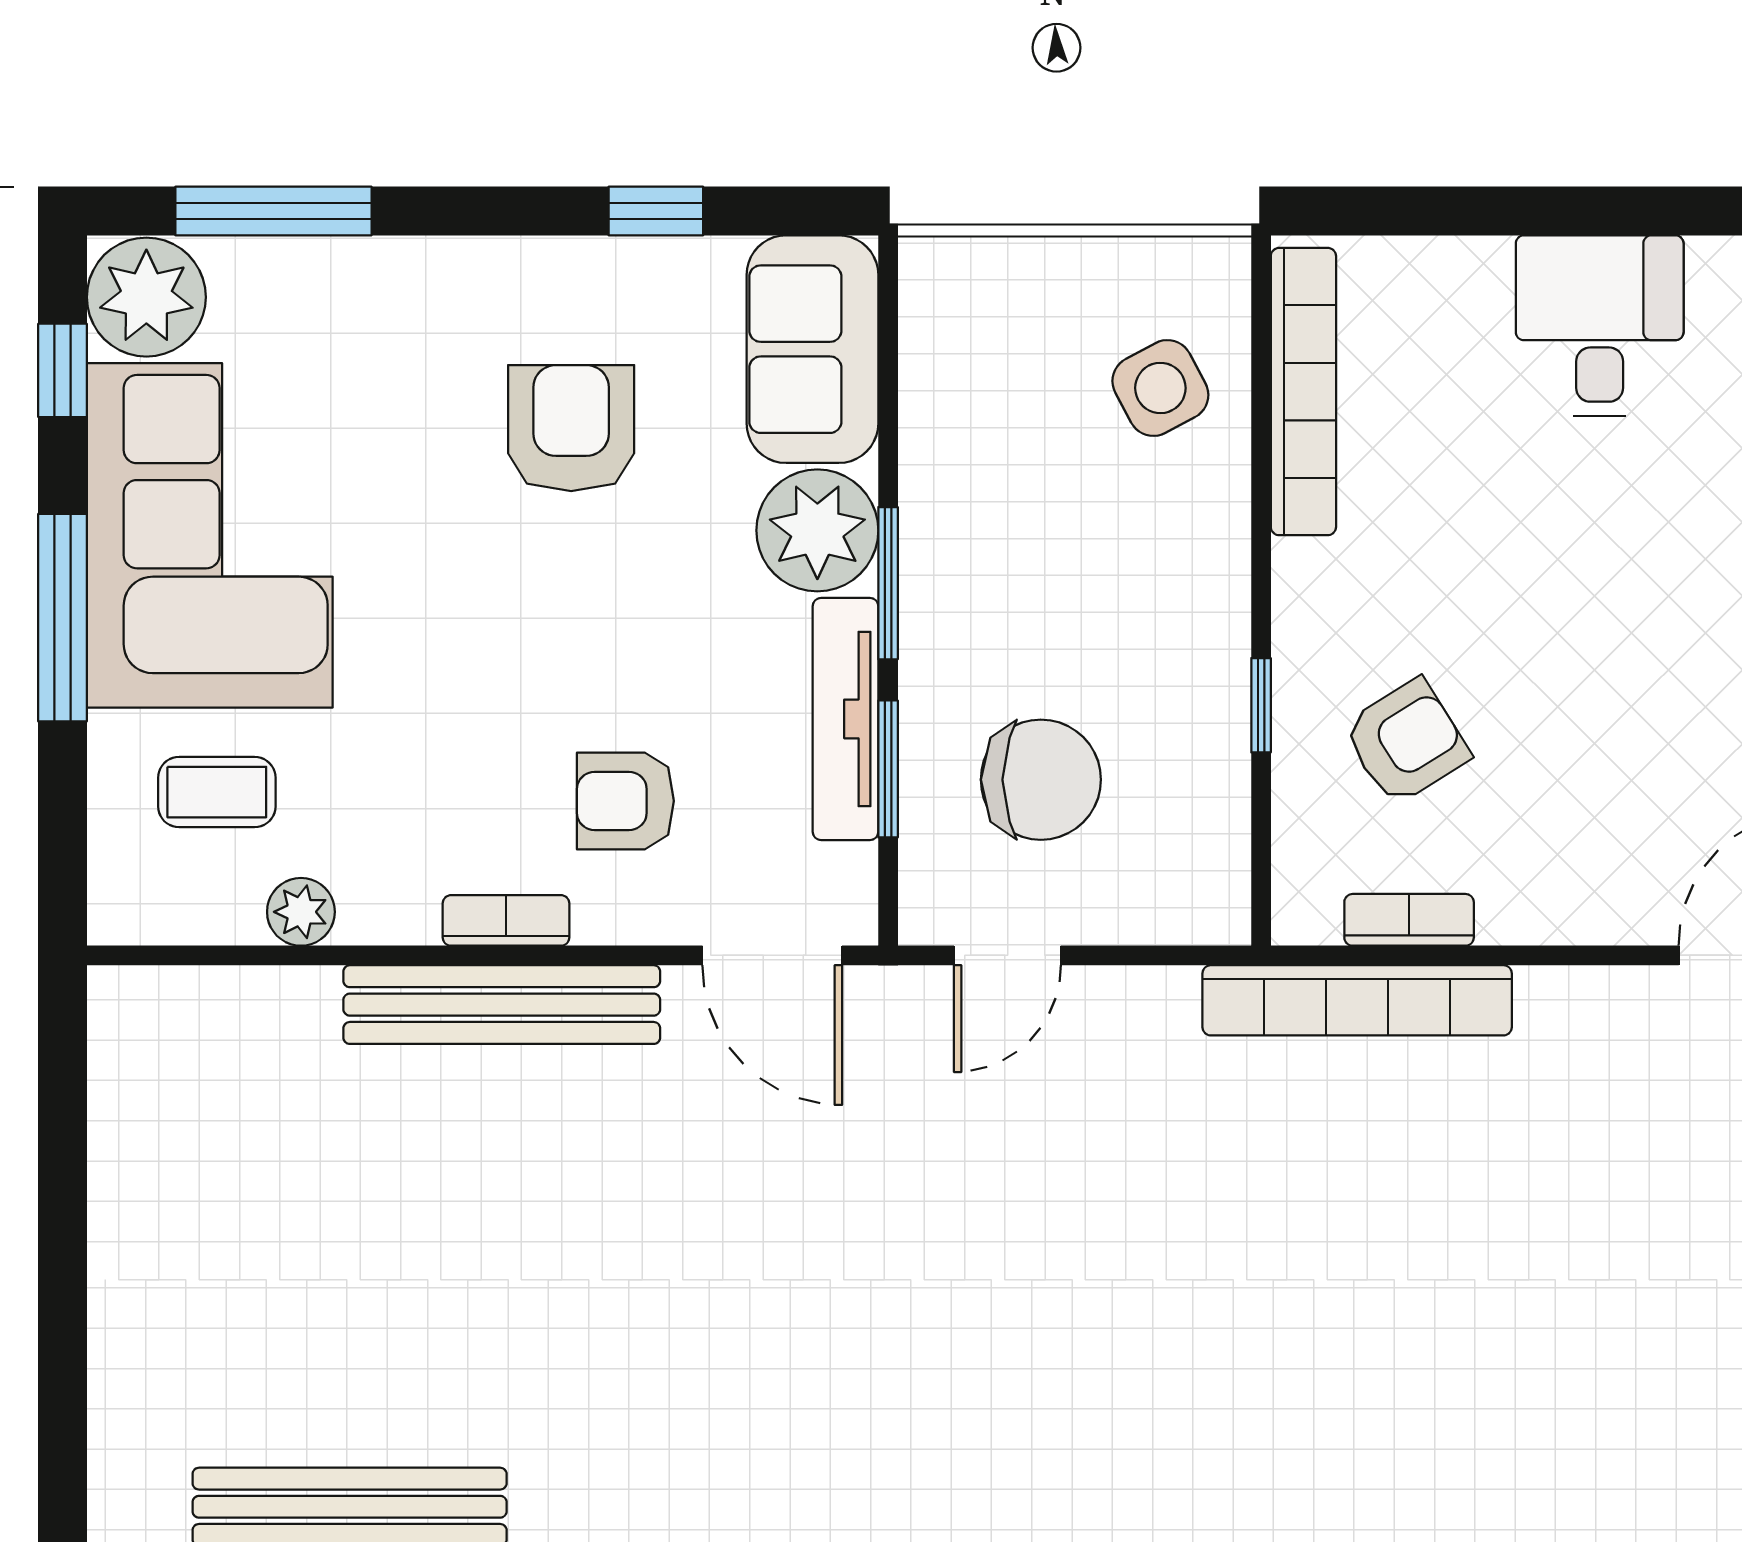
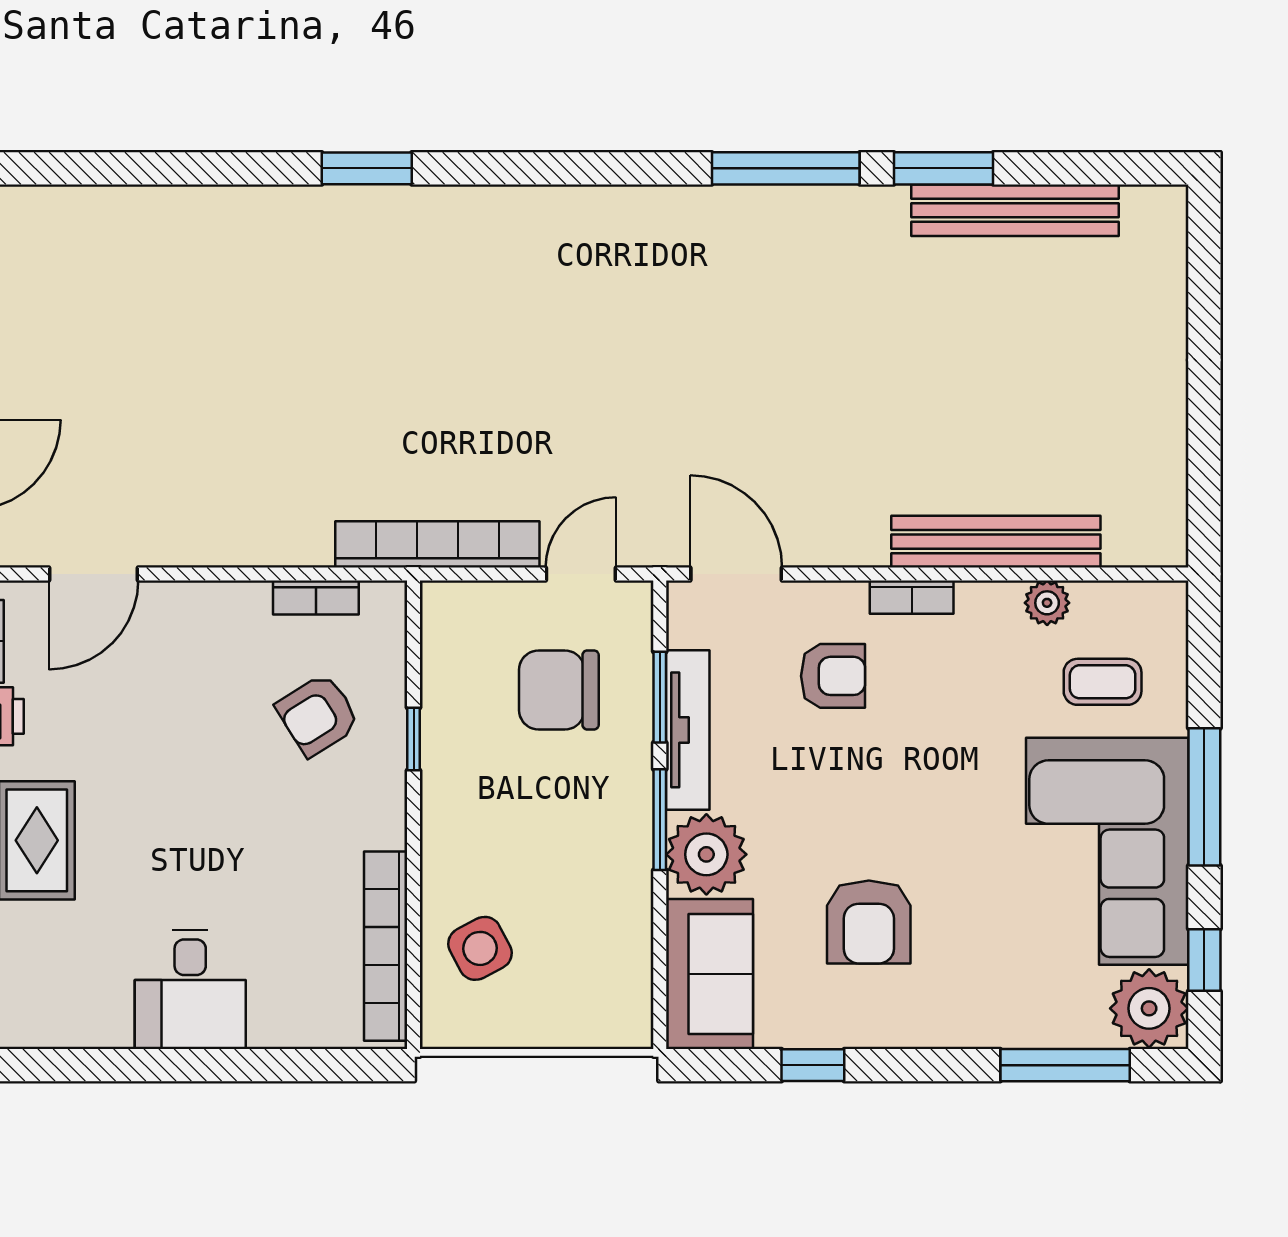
bookcase: (1357, 1000) -> (437, 544), moved
bench: (502, 1005) -> (996, 542), moved

